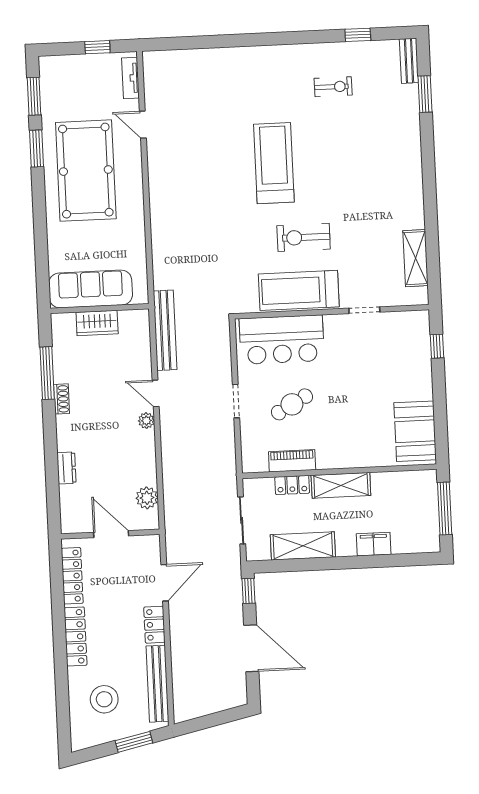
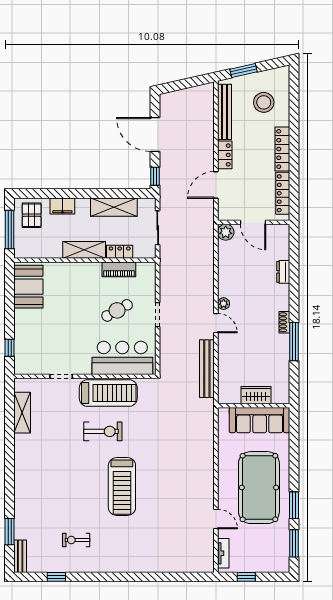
sofa: (91, 289) -> (260, 420), moved
wall: (100, 309) -> (254, 406), moved
wardrobe: (97, 323) -> (256, 395), moved
plant: (147, 498) -> (226, 232), moved
pallet: (415, 529) -> (32, 215), added

